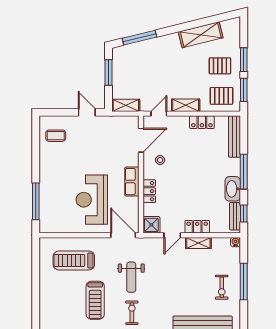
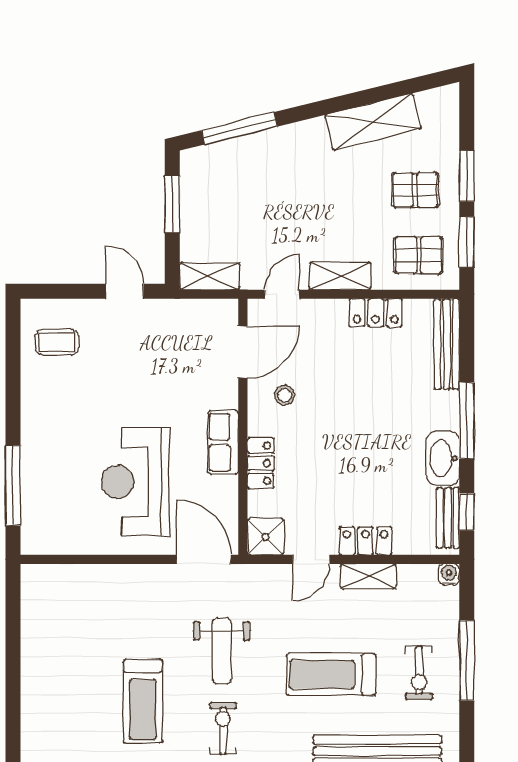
treadmill: (74, 260) -> (331, 674), moved

